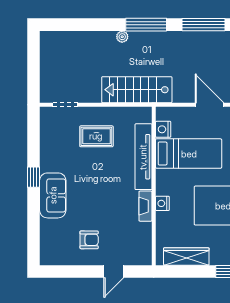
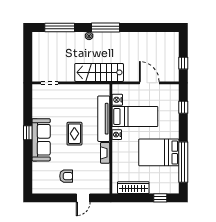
window: (203, 25) -> (60, 28), moved
rug: (96, 136) -> (74, 134), moved, turned 90
sofa: (53, 195) -> (41, 140), width x1.36
nightstand: (162, 203) -> (117, 135), moved

